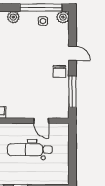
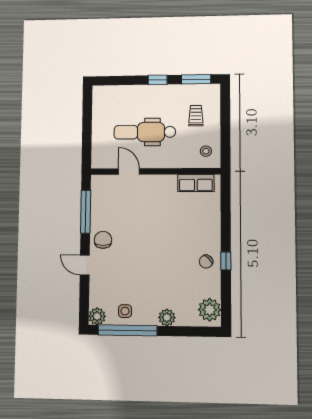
dental chair: (30, 150) -> (145, 132), turned 180

